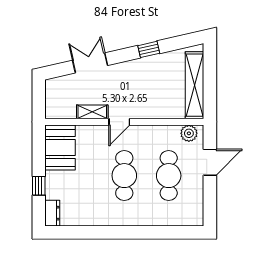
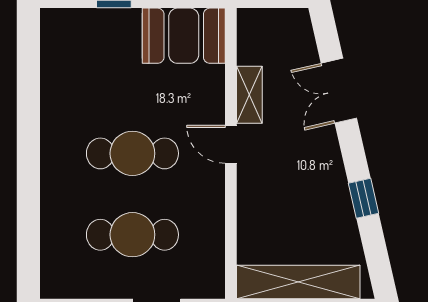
double door: (90, 63) -> (339, 91), swing flipped
plant: (189, 133) -> (210, 272), removed
dresser: (52, 213) -> (64, 21), removed

